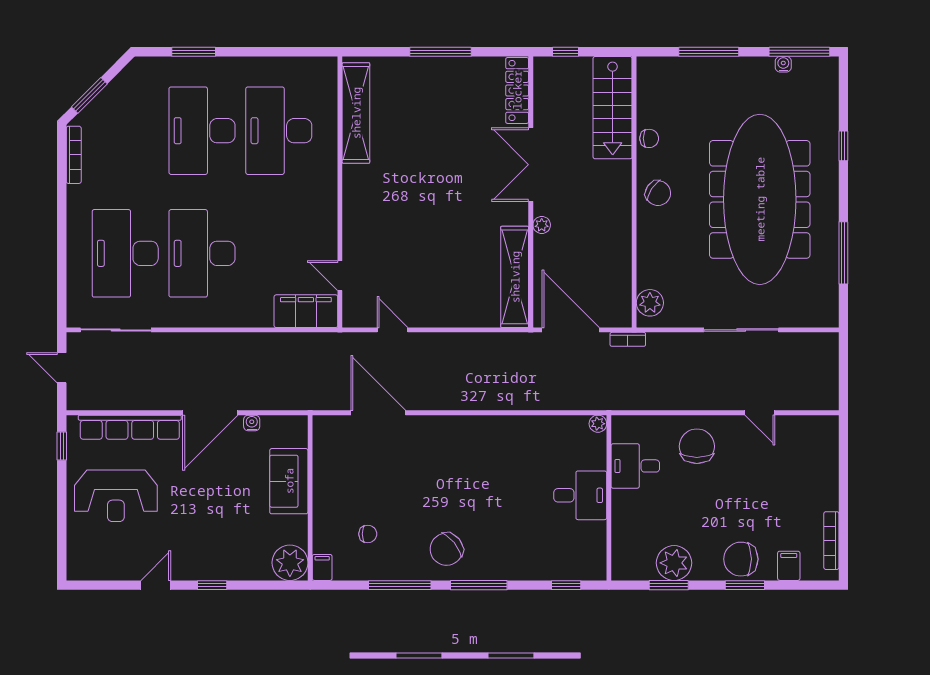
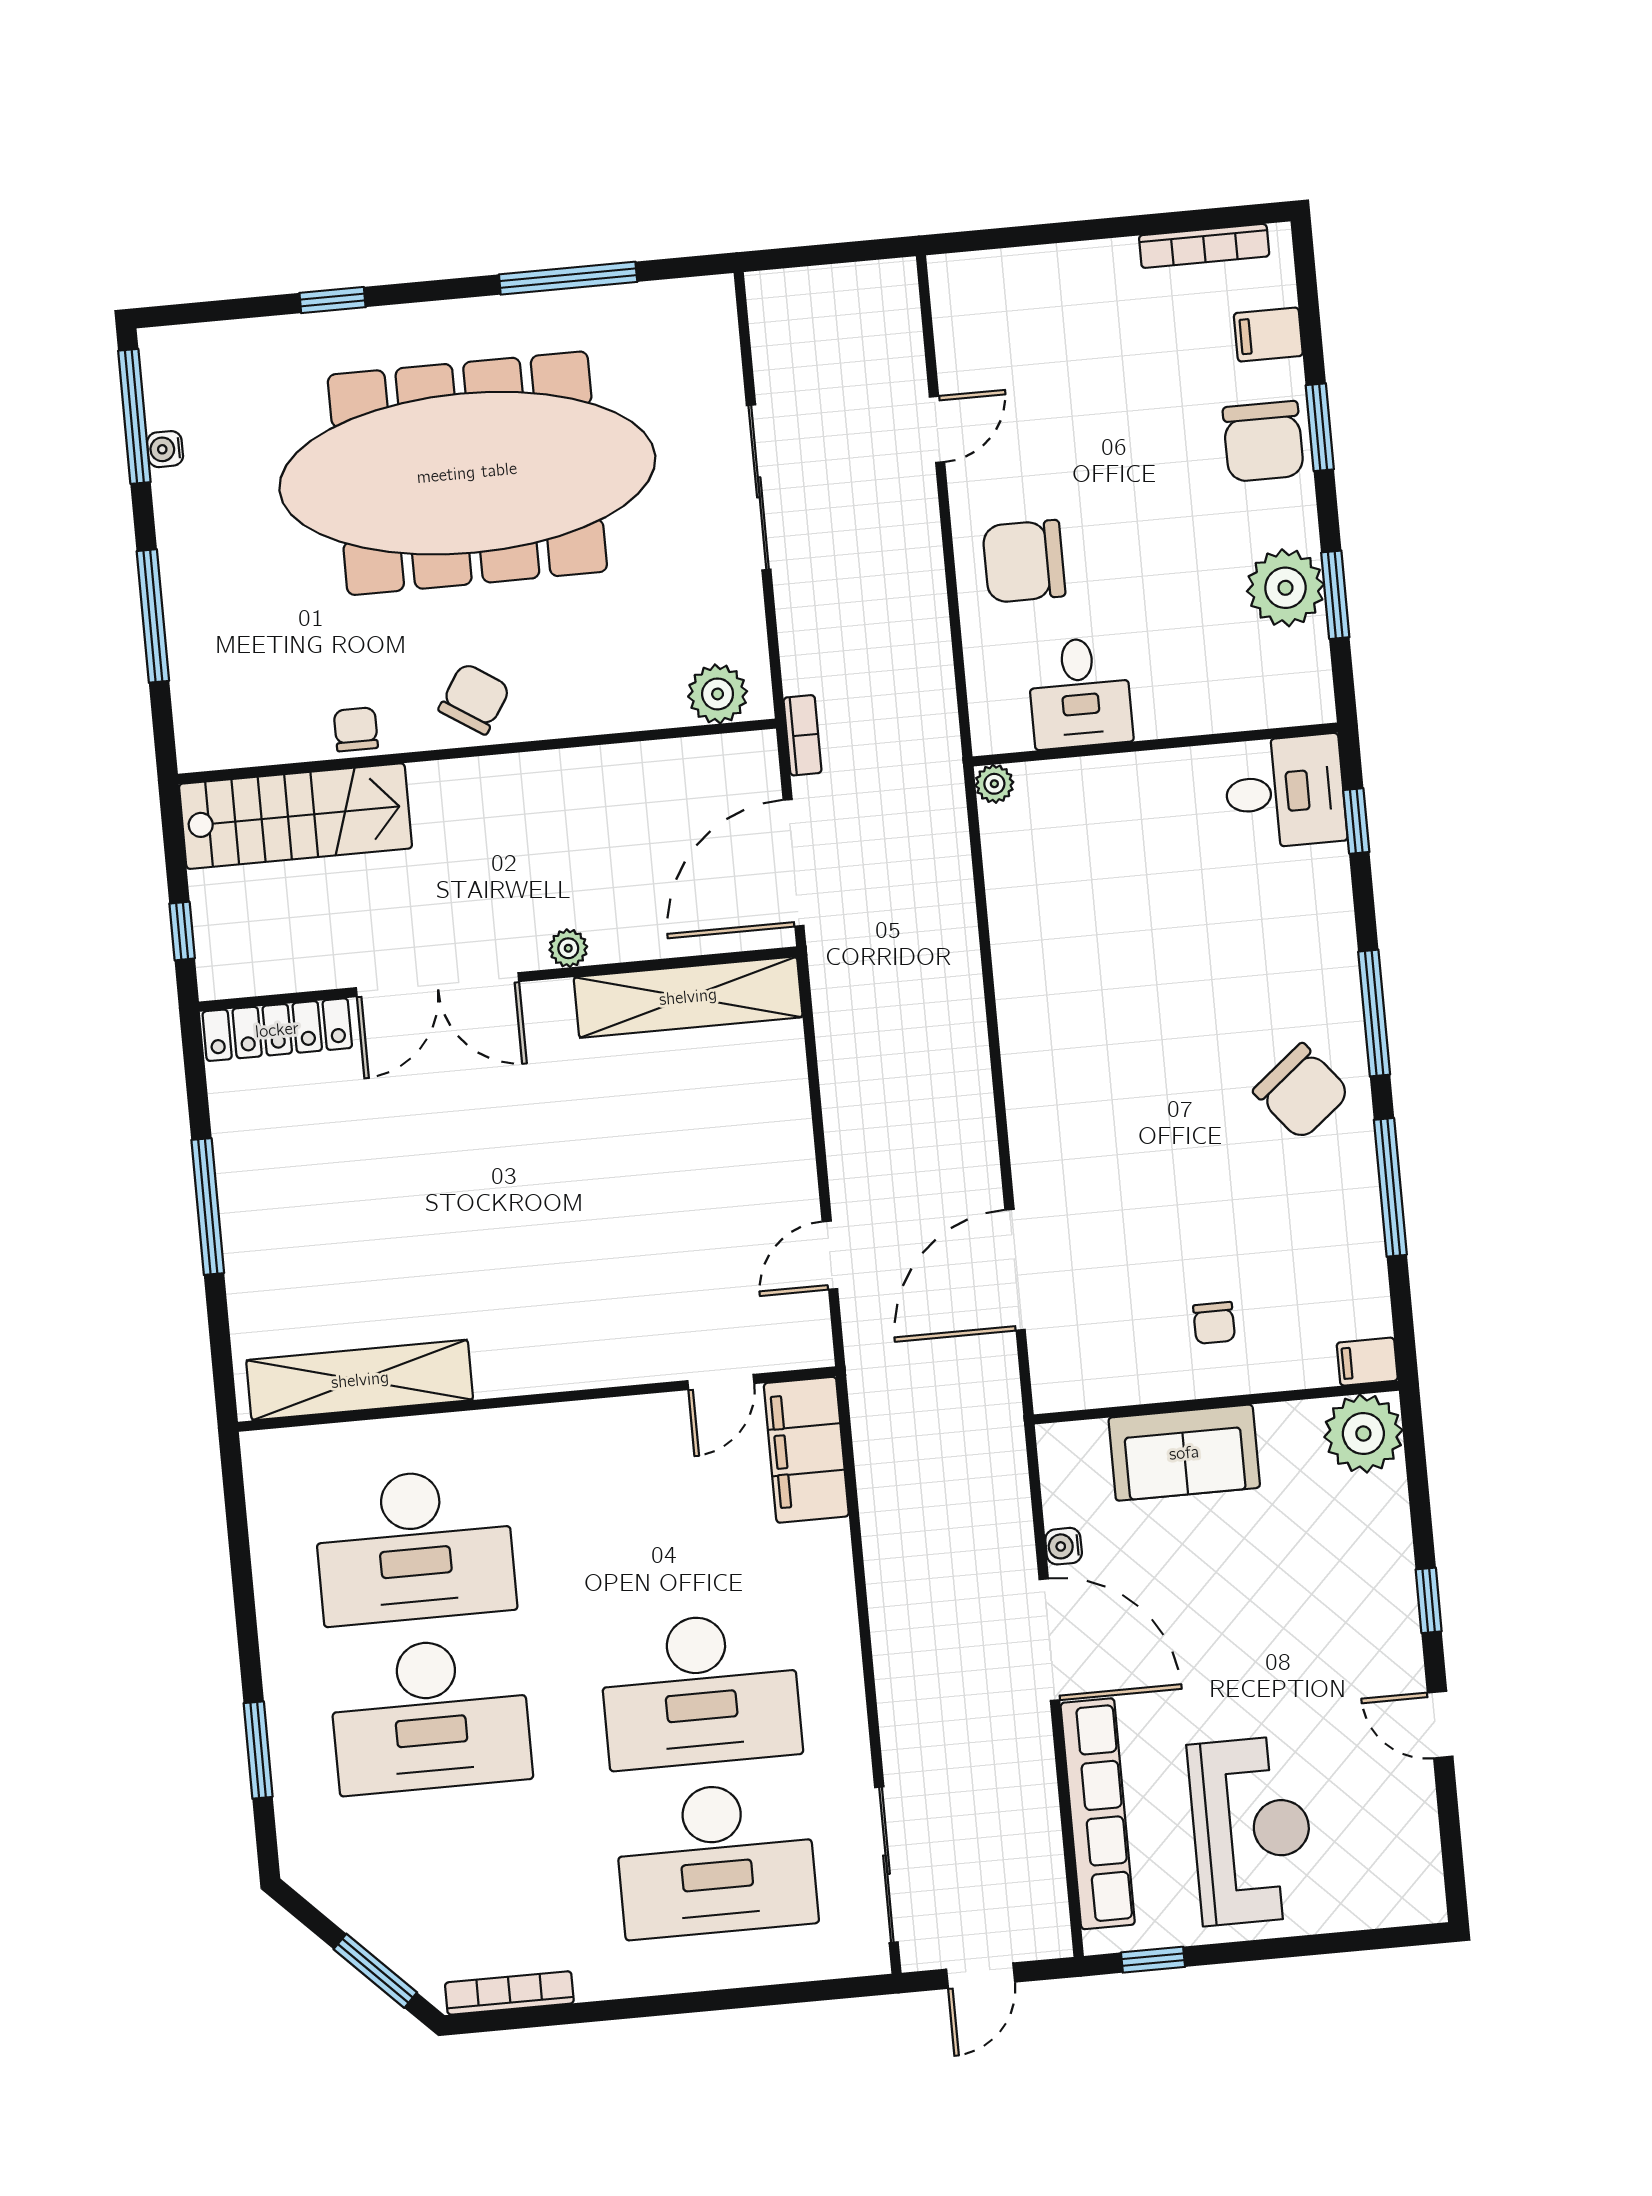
desk: (580, 495) -> (1285, 792), moved, turned 90
chair: (368, 534) -> (1214, 1323), moved, turned 180

